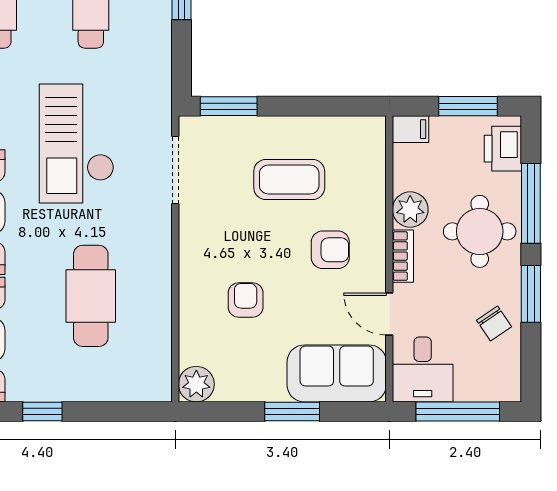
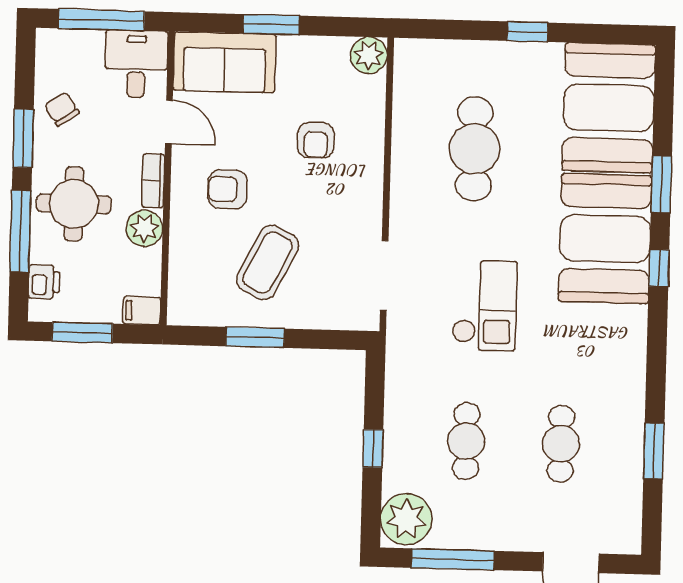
window: (229, 106) -> (255, 337), moved
checkout: (77, 143) -> (485, 306), width x0.73, depth x0.83
printer: (503, 149) -> (44, 282), width x0.73, depth x0.81
coffee table: (289, 180) -> (268, 262), turned -63

